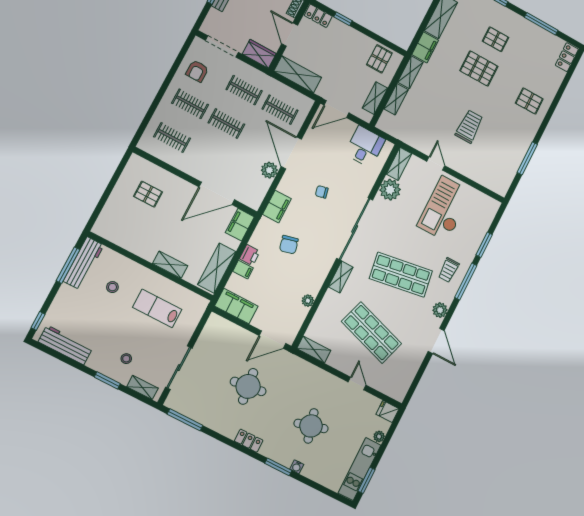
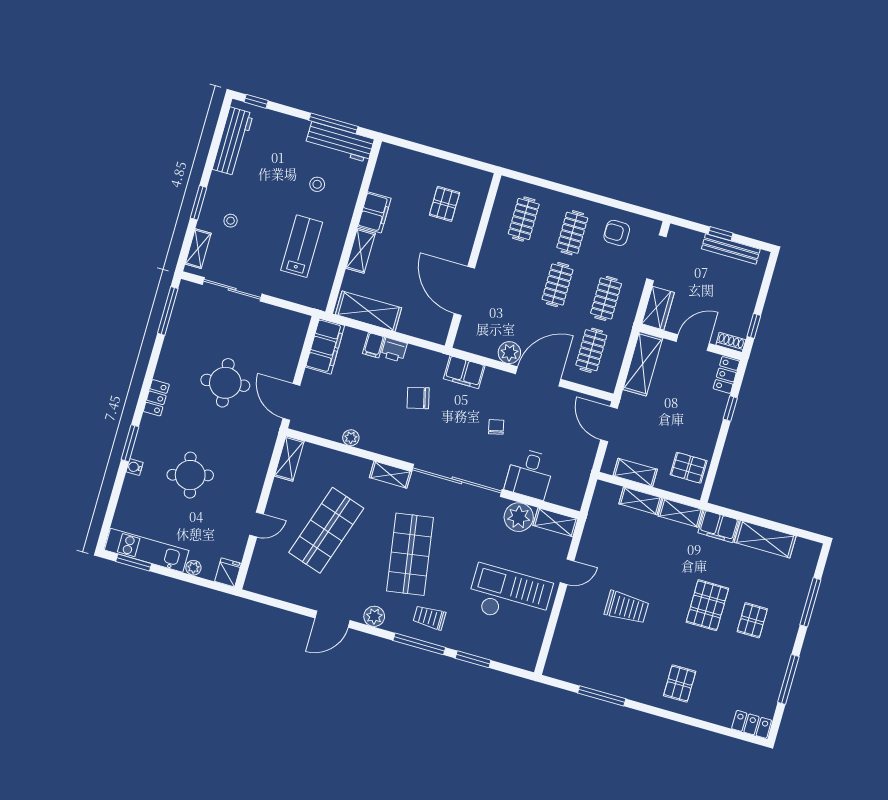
desk: (365, 147) -> (530, 474), moved, turned 90
filing cabinet: (240, 225) -> (374, 212), moved, turned 90

